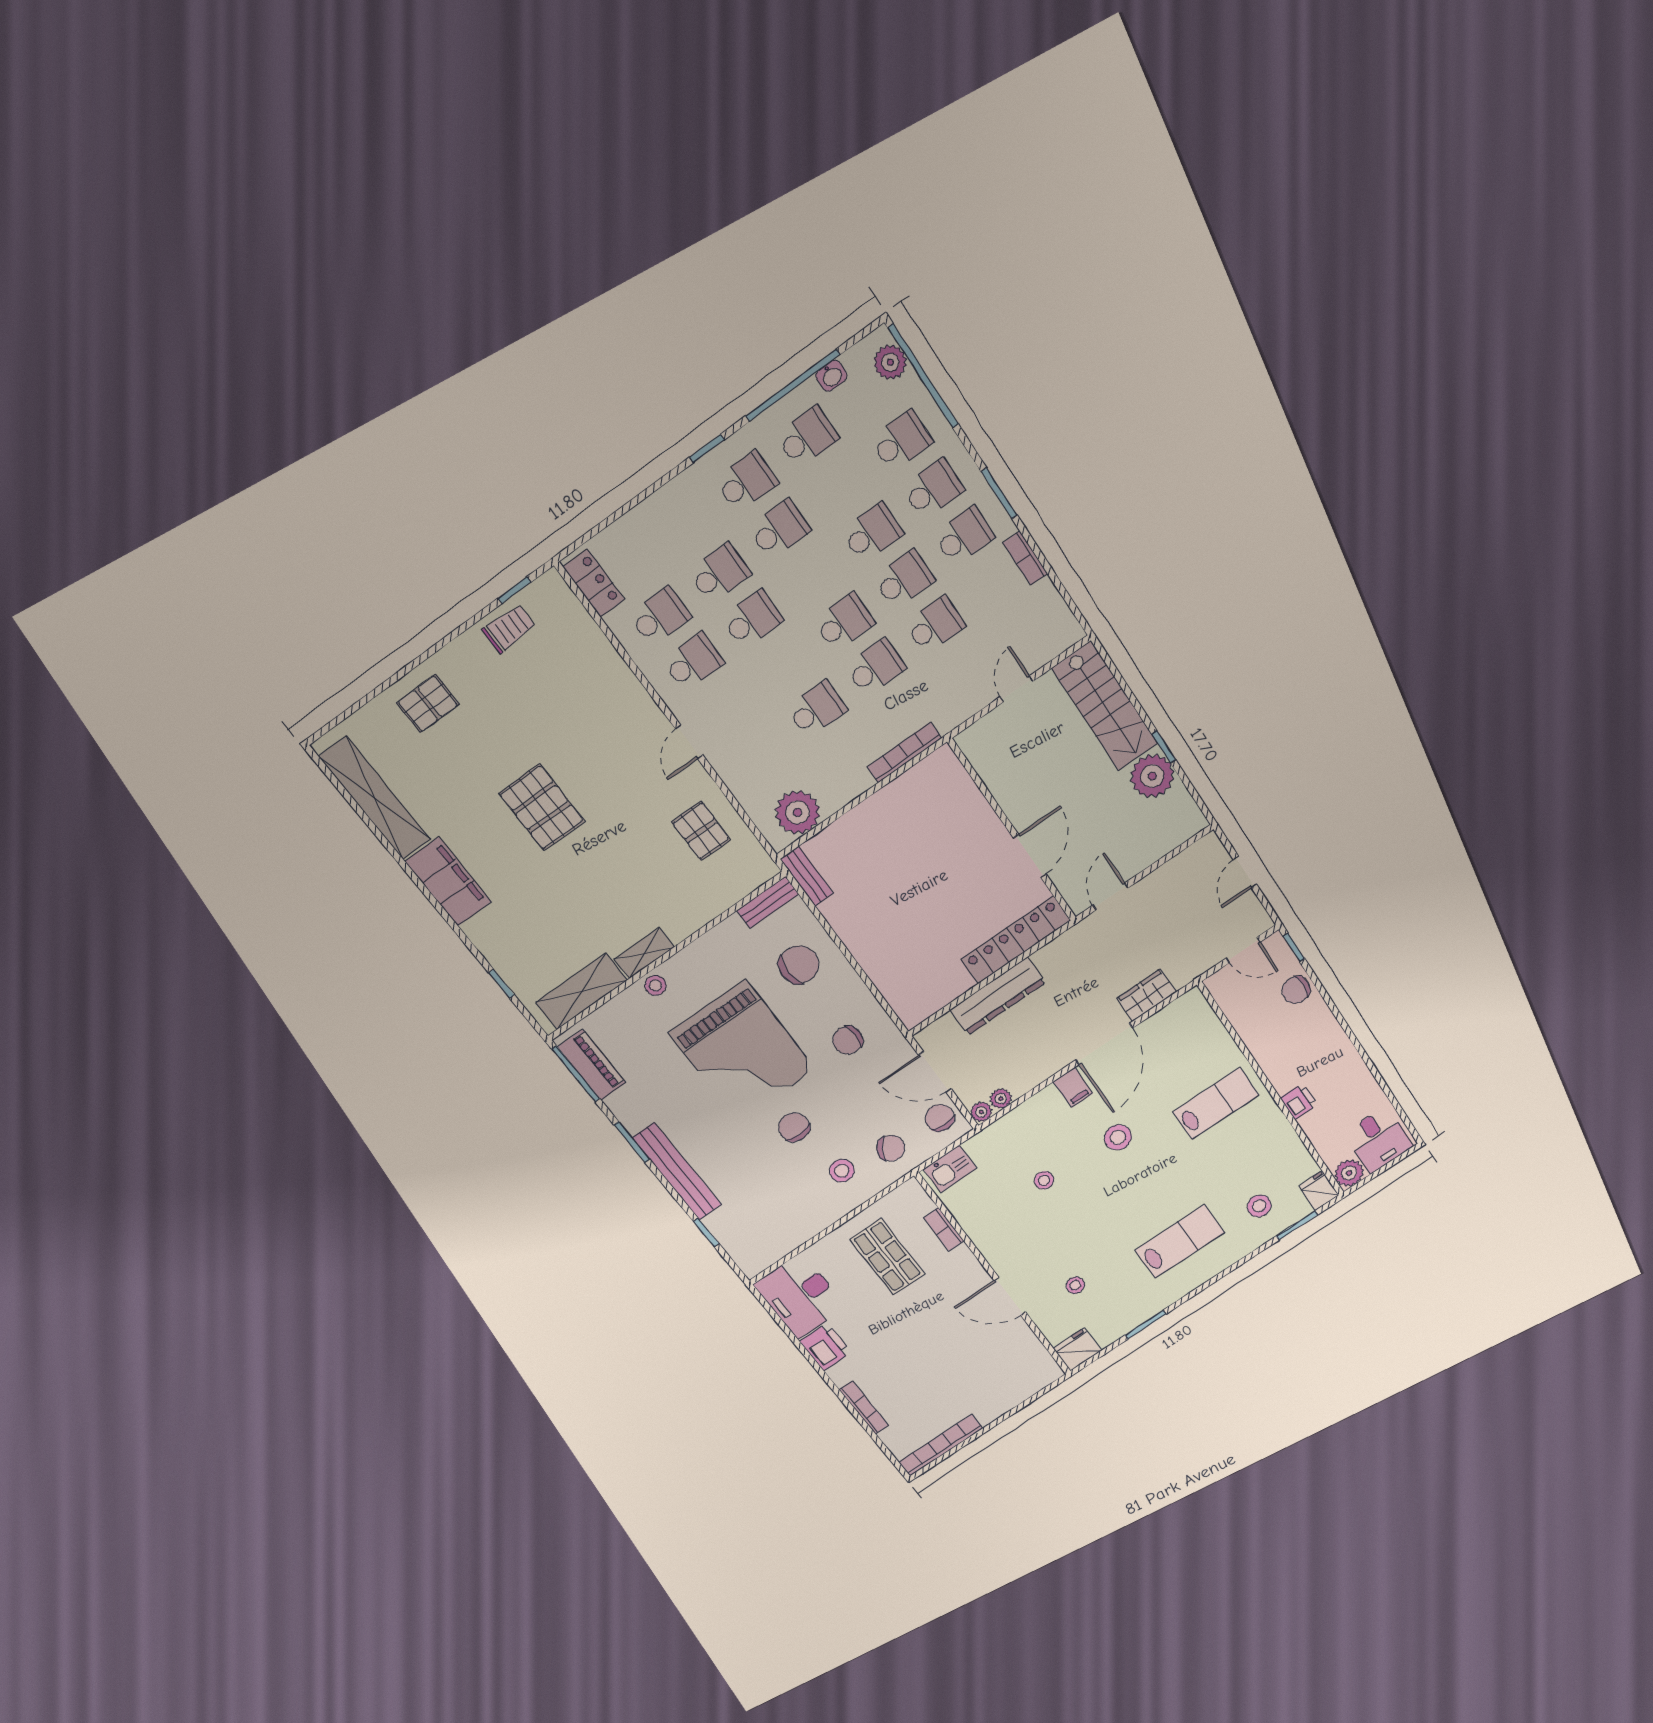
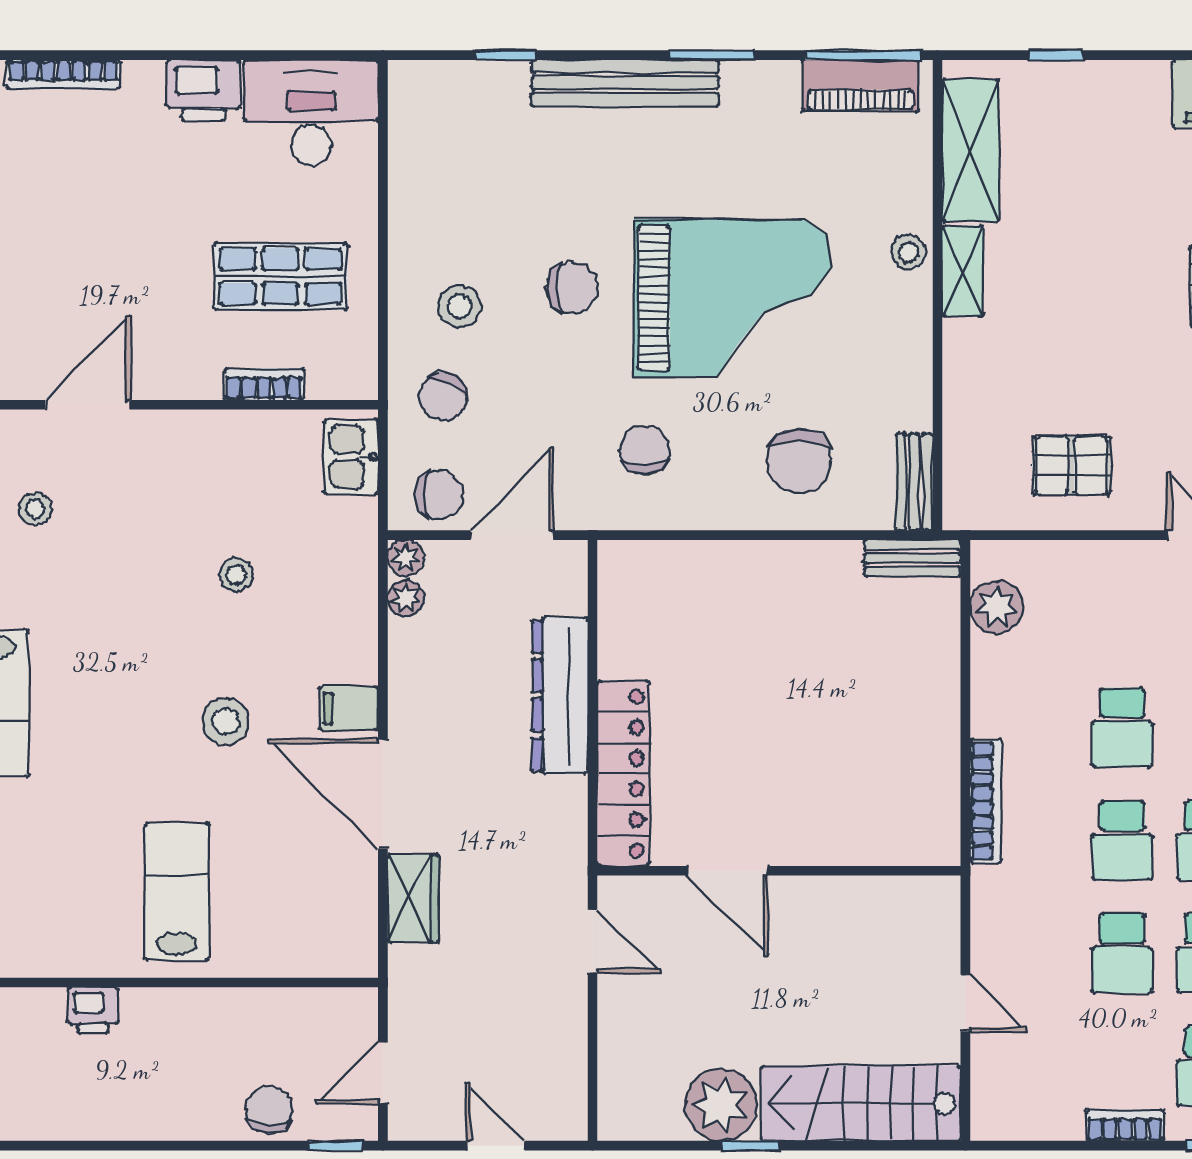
plant: (798, 812) -> (996, 607), width x0.73, depth x0.73
grand piano: (742, 1051) -> (733, 298), turned 180
lab bench: (1216, 1103) -> (177, 891), turned 180

